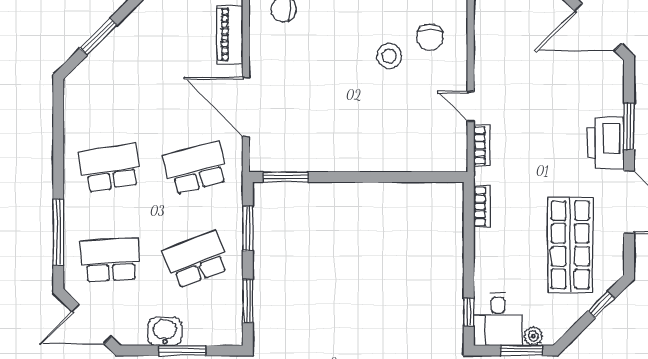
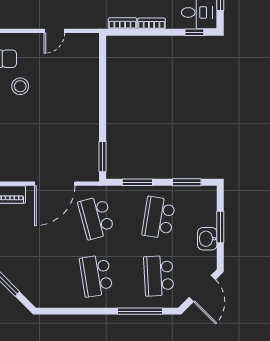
bookcase: (482, 145) -> (152, 23), moved
school desk: (196, 260) -> (159, 218), turned 30

